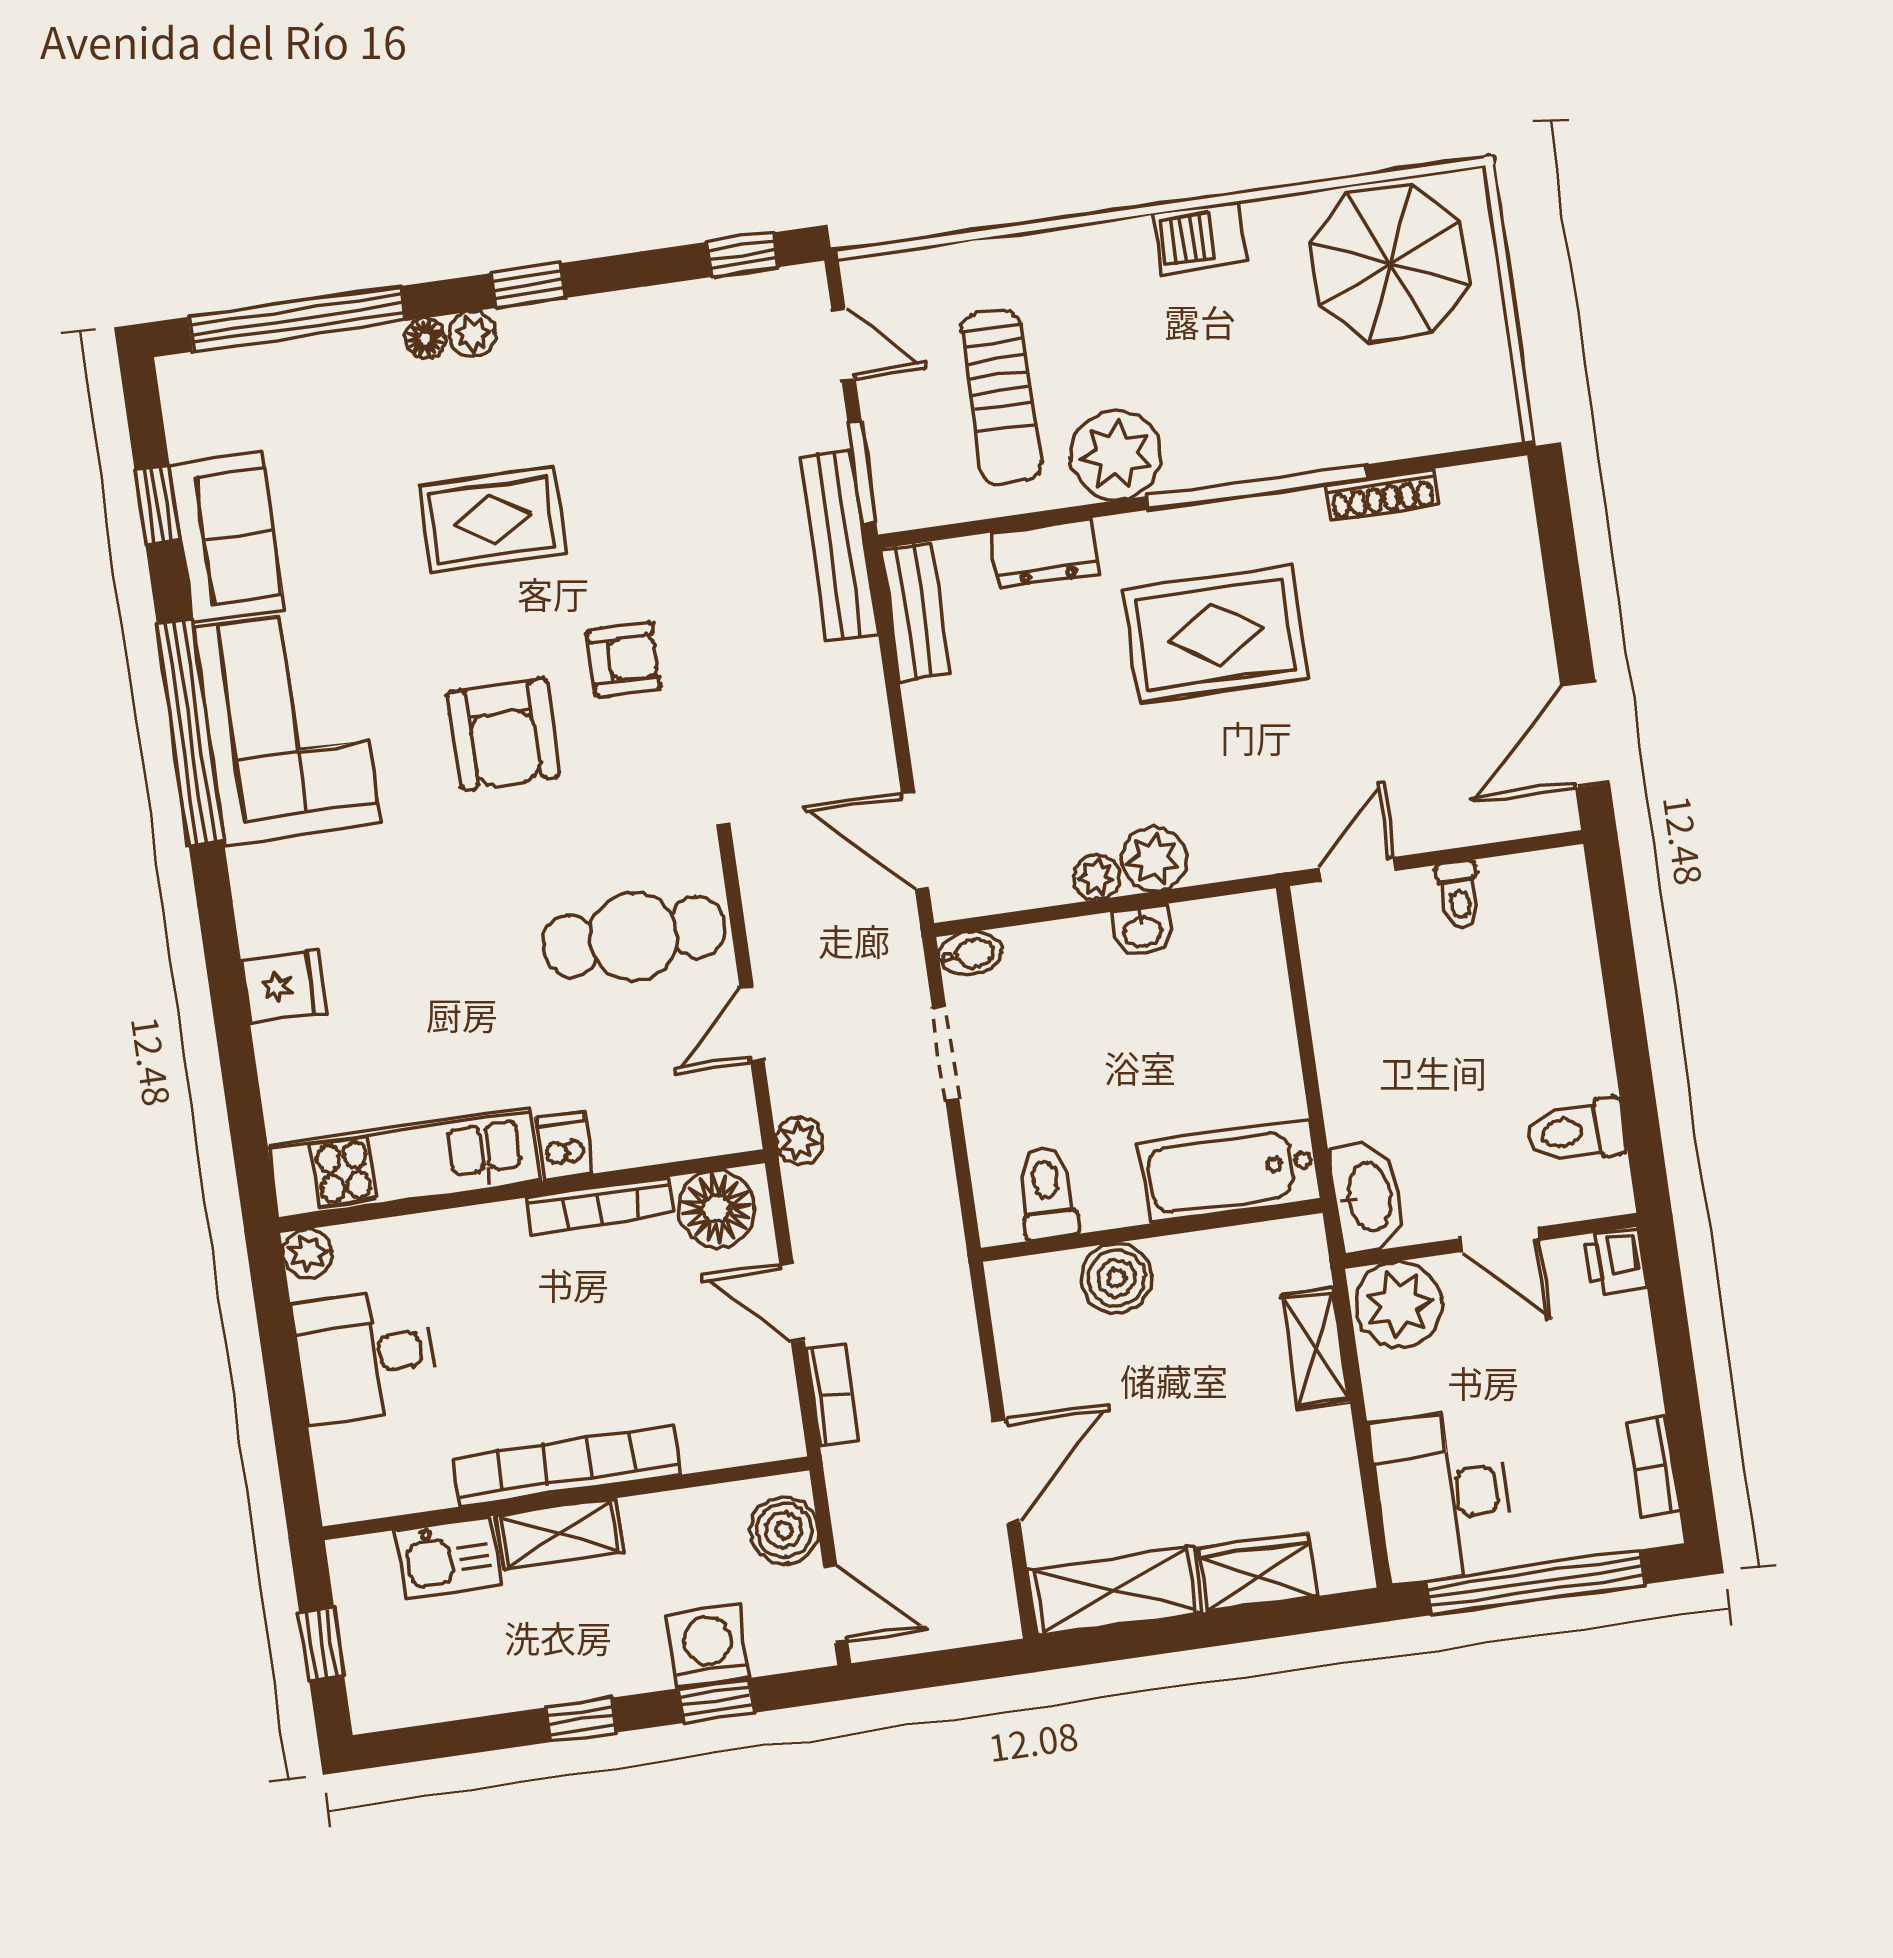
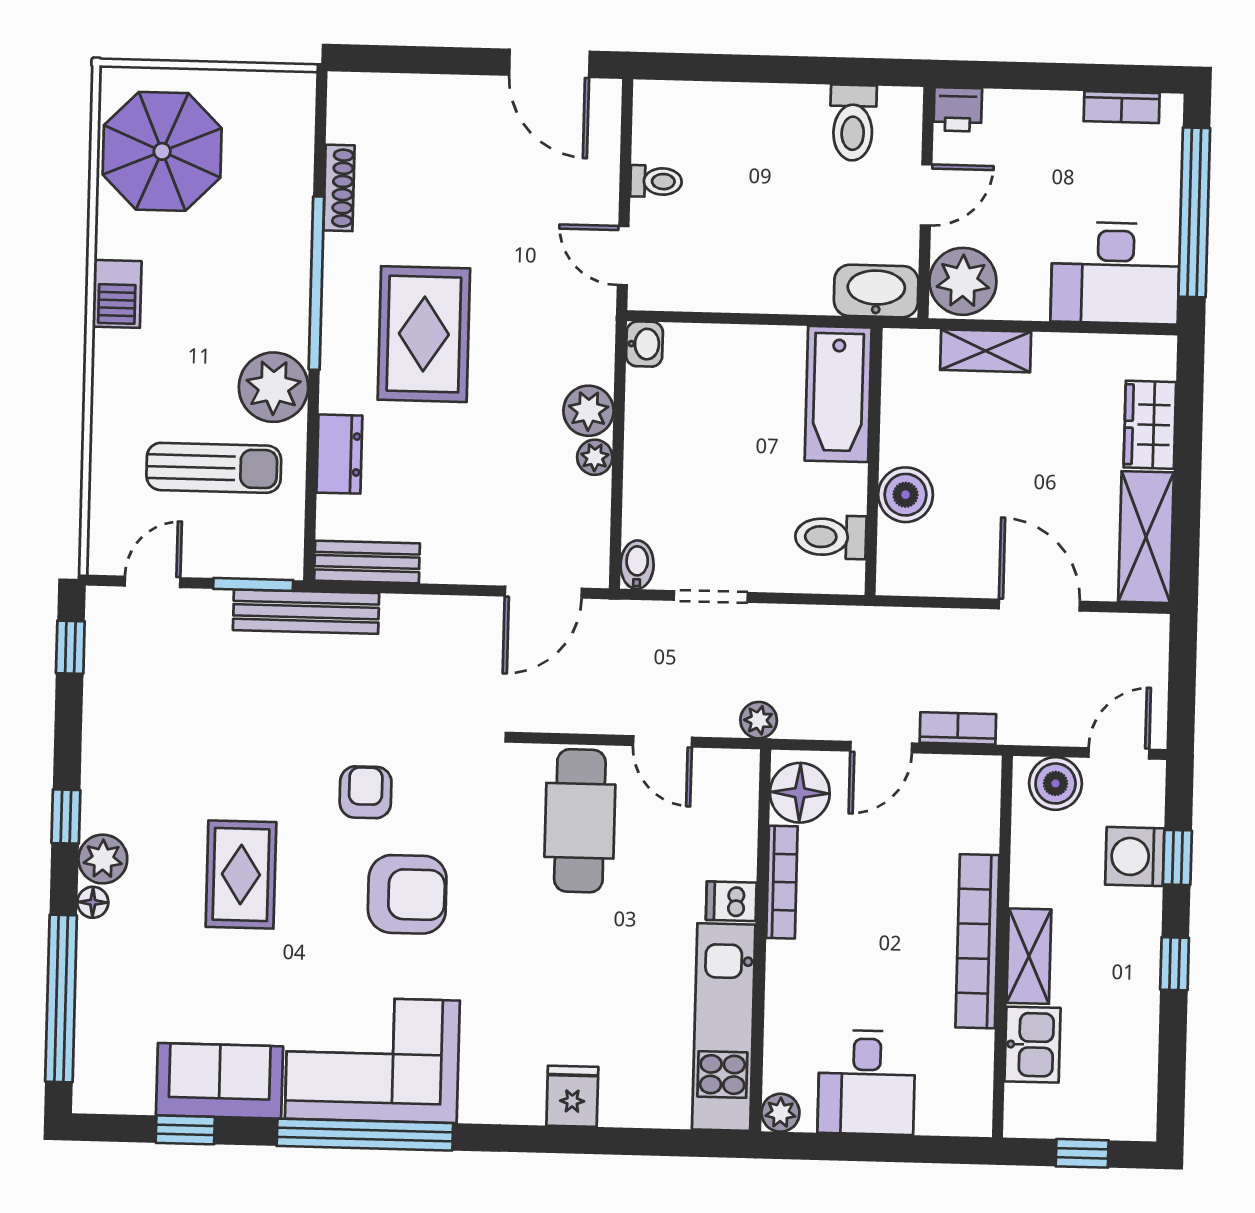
plant: (473, 334) -> (103, 859), width x1.38, depth x1.38
washbasin: (1143, 931) -> (644, 344), moved

